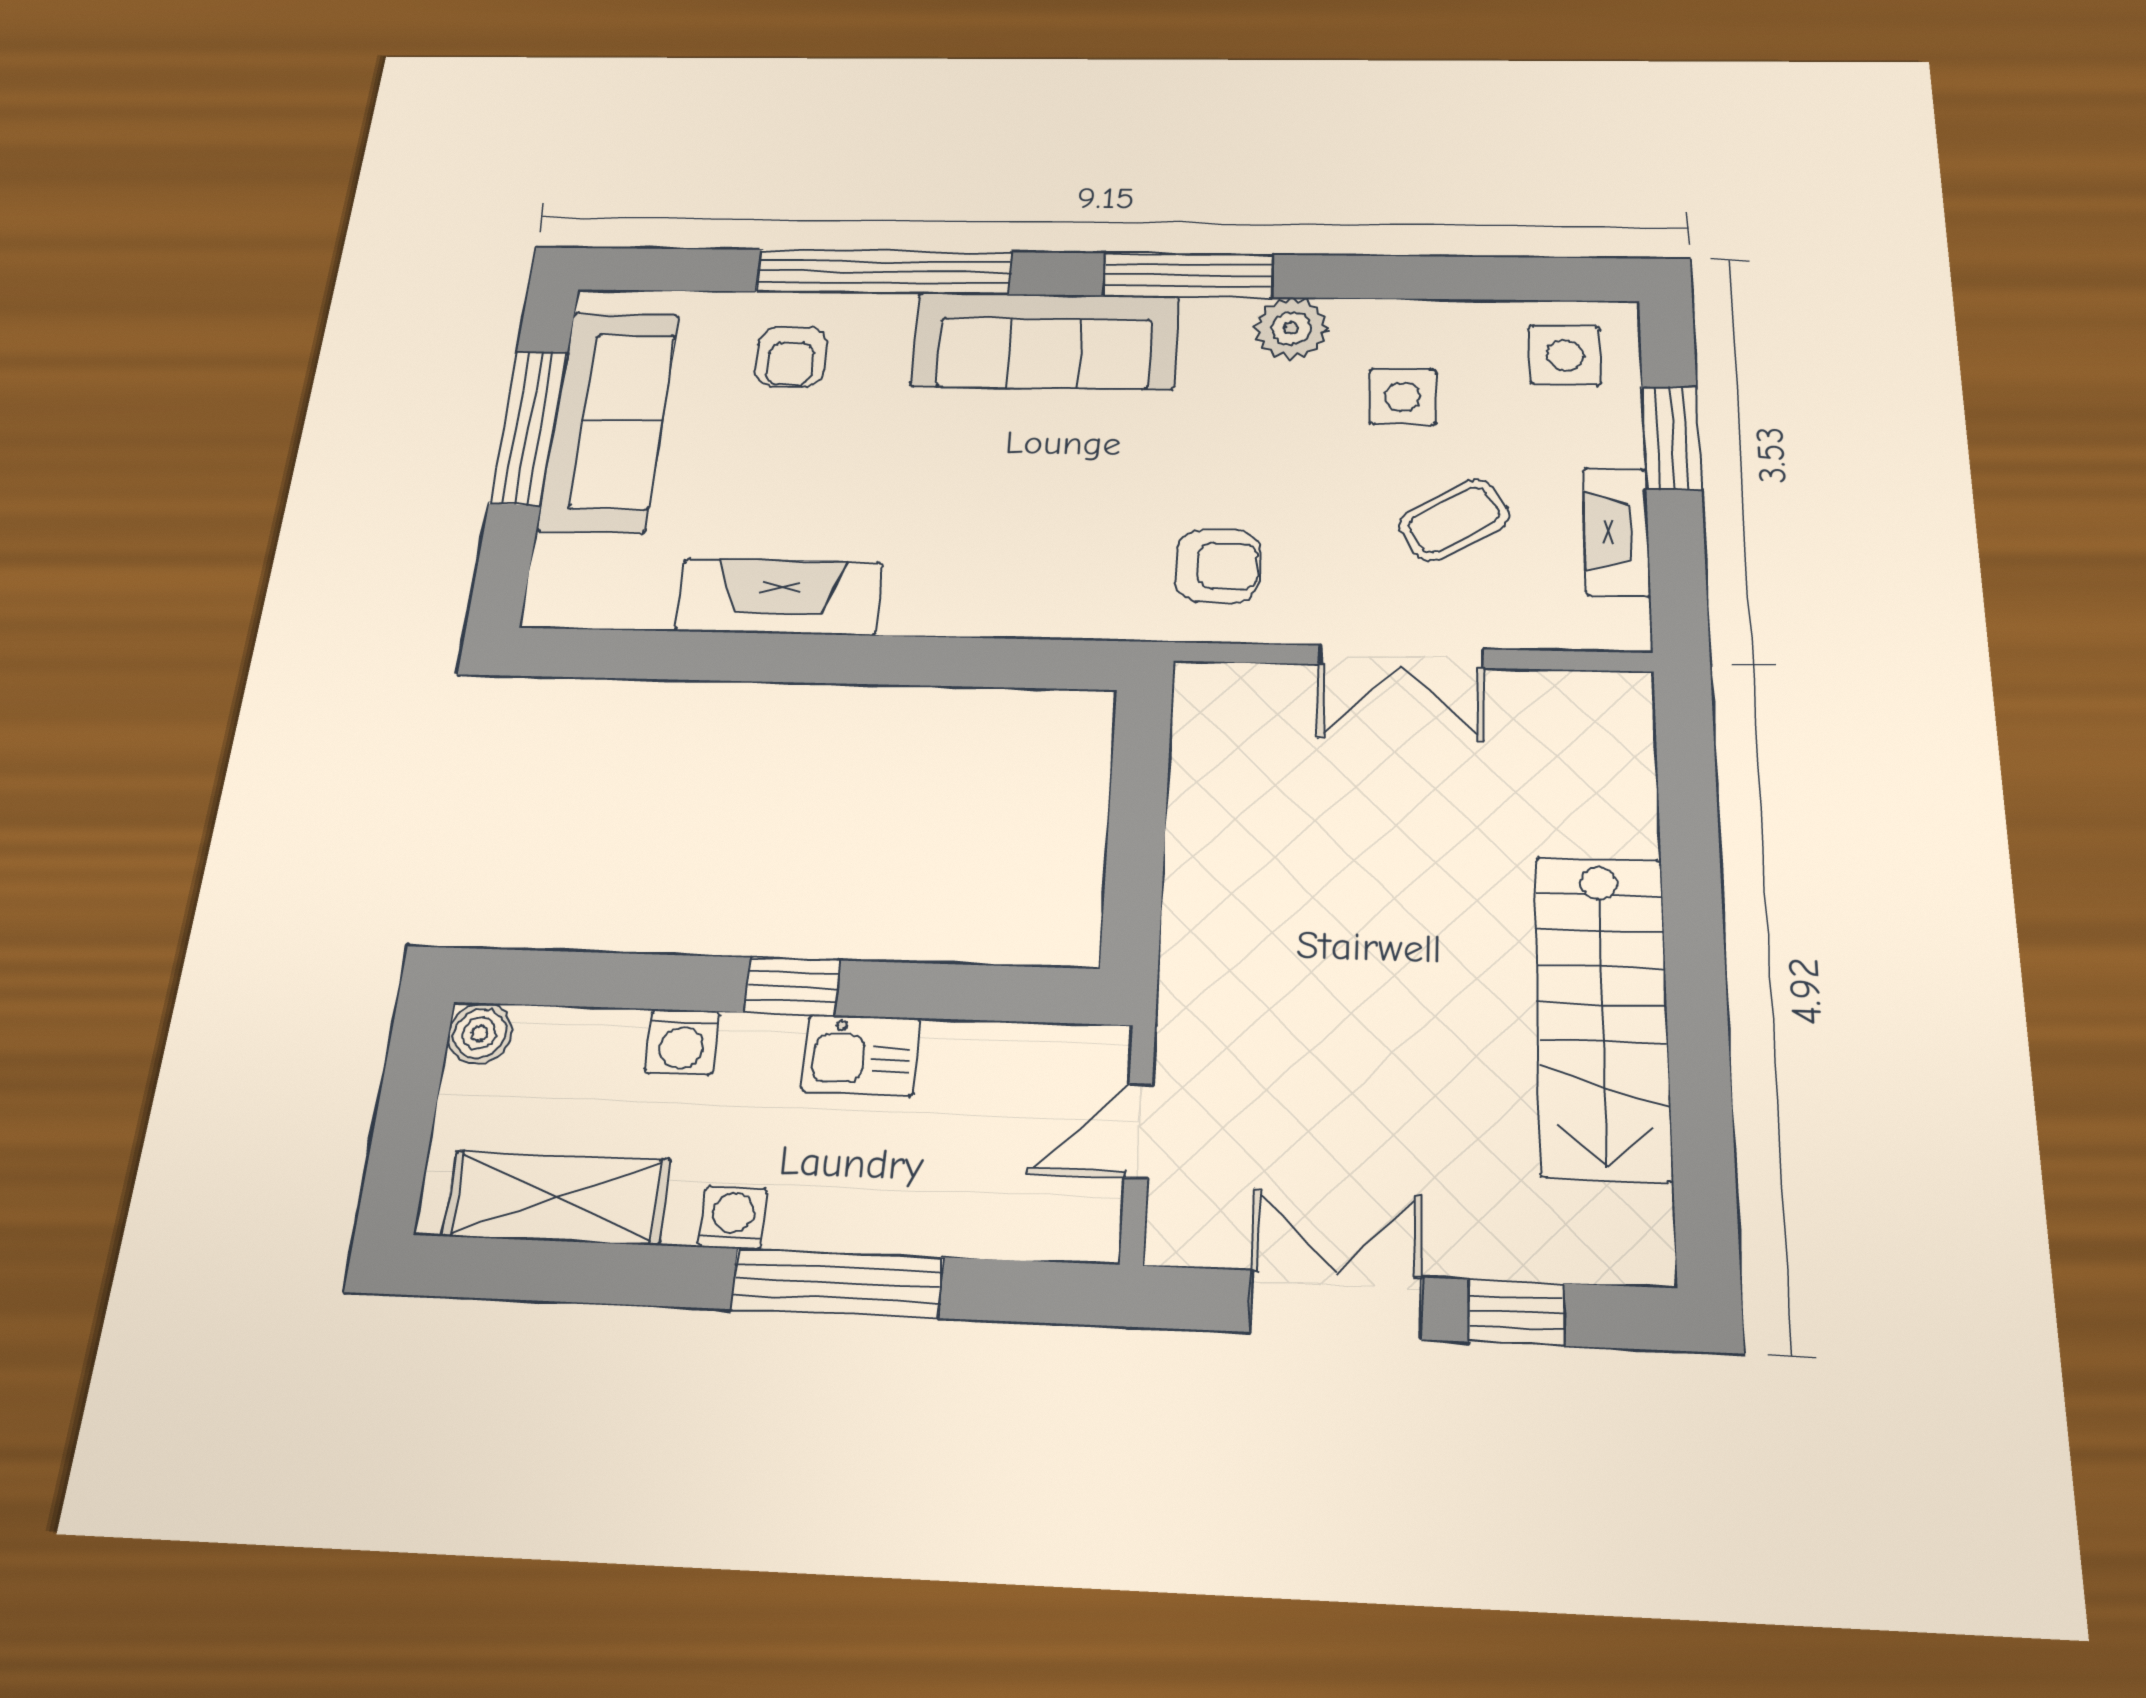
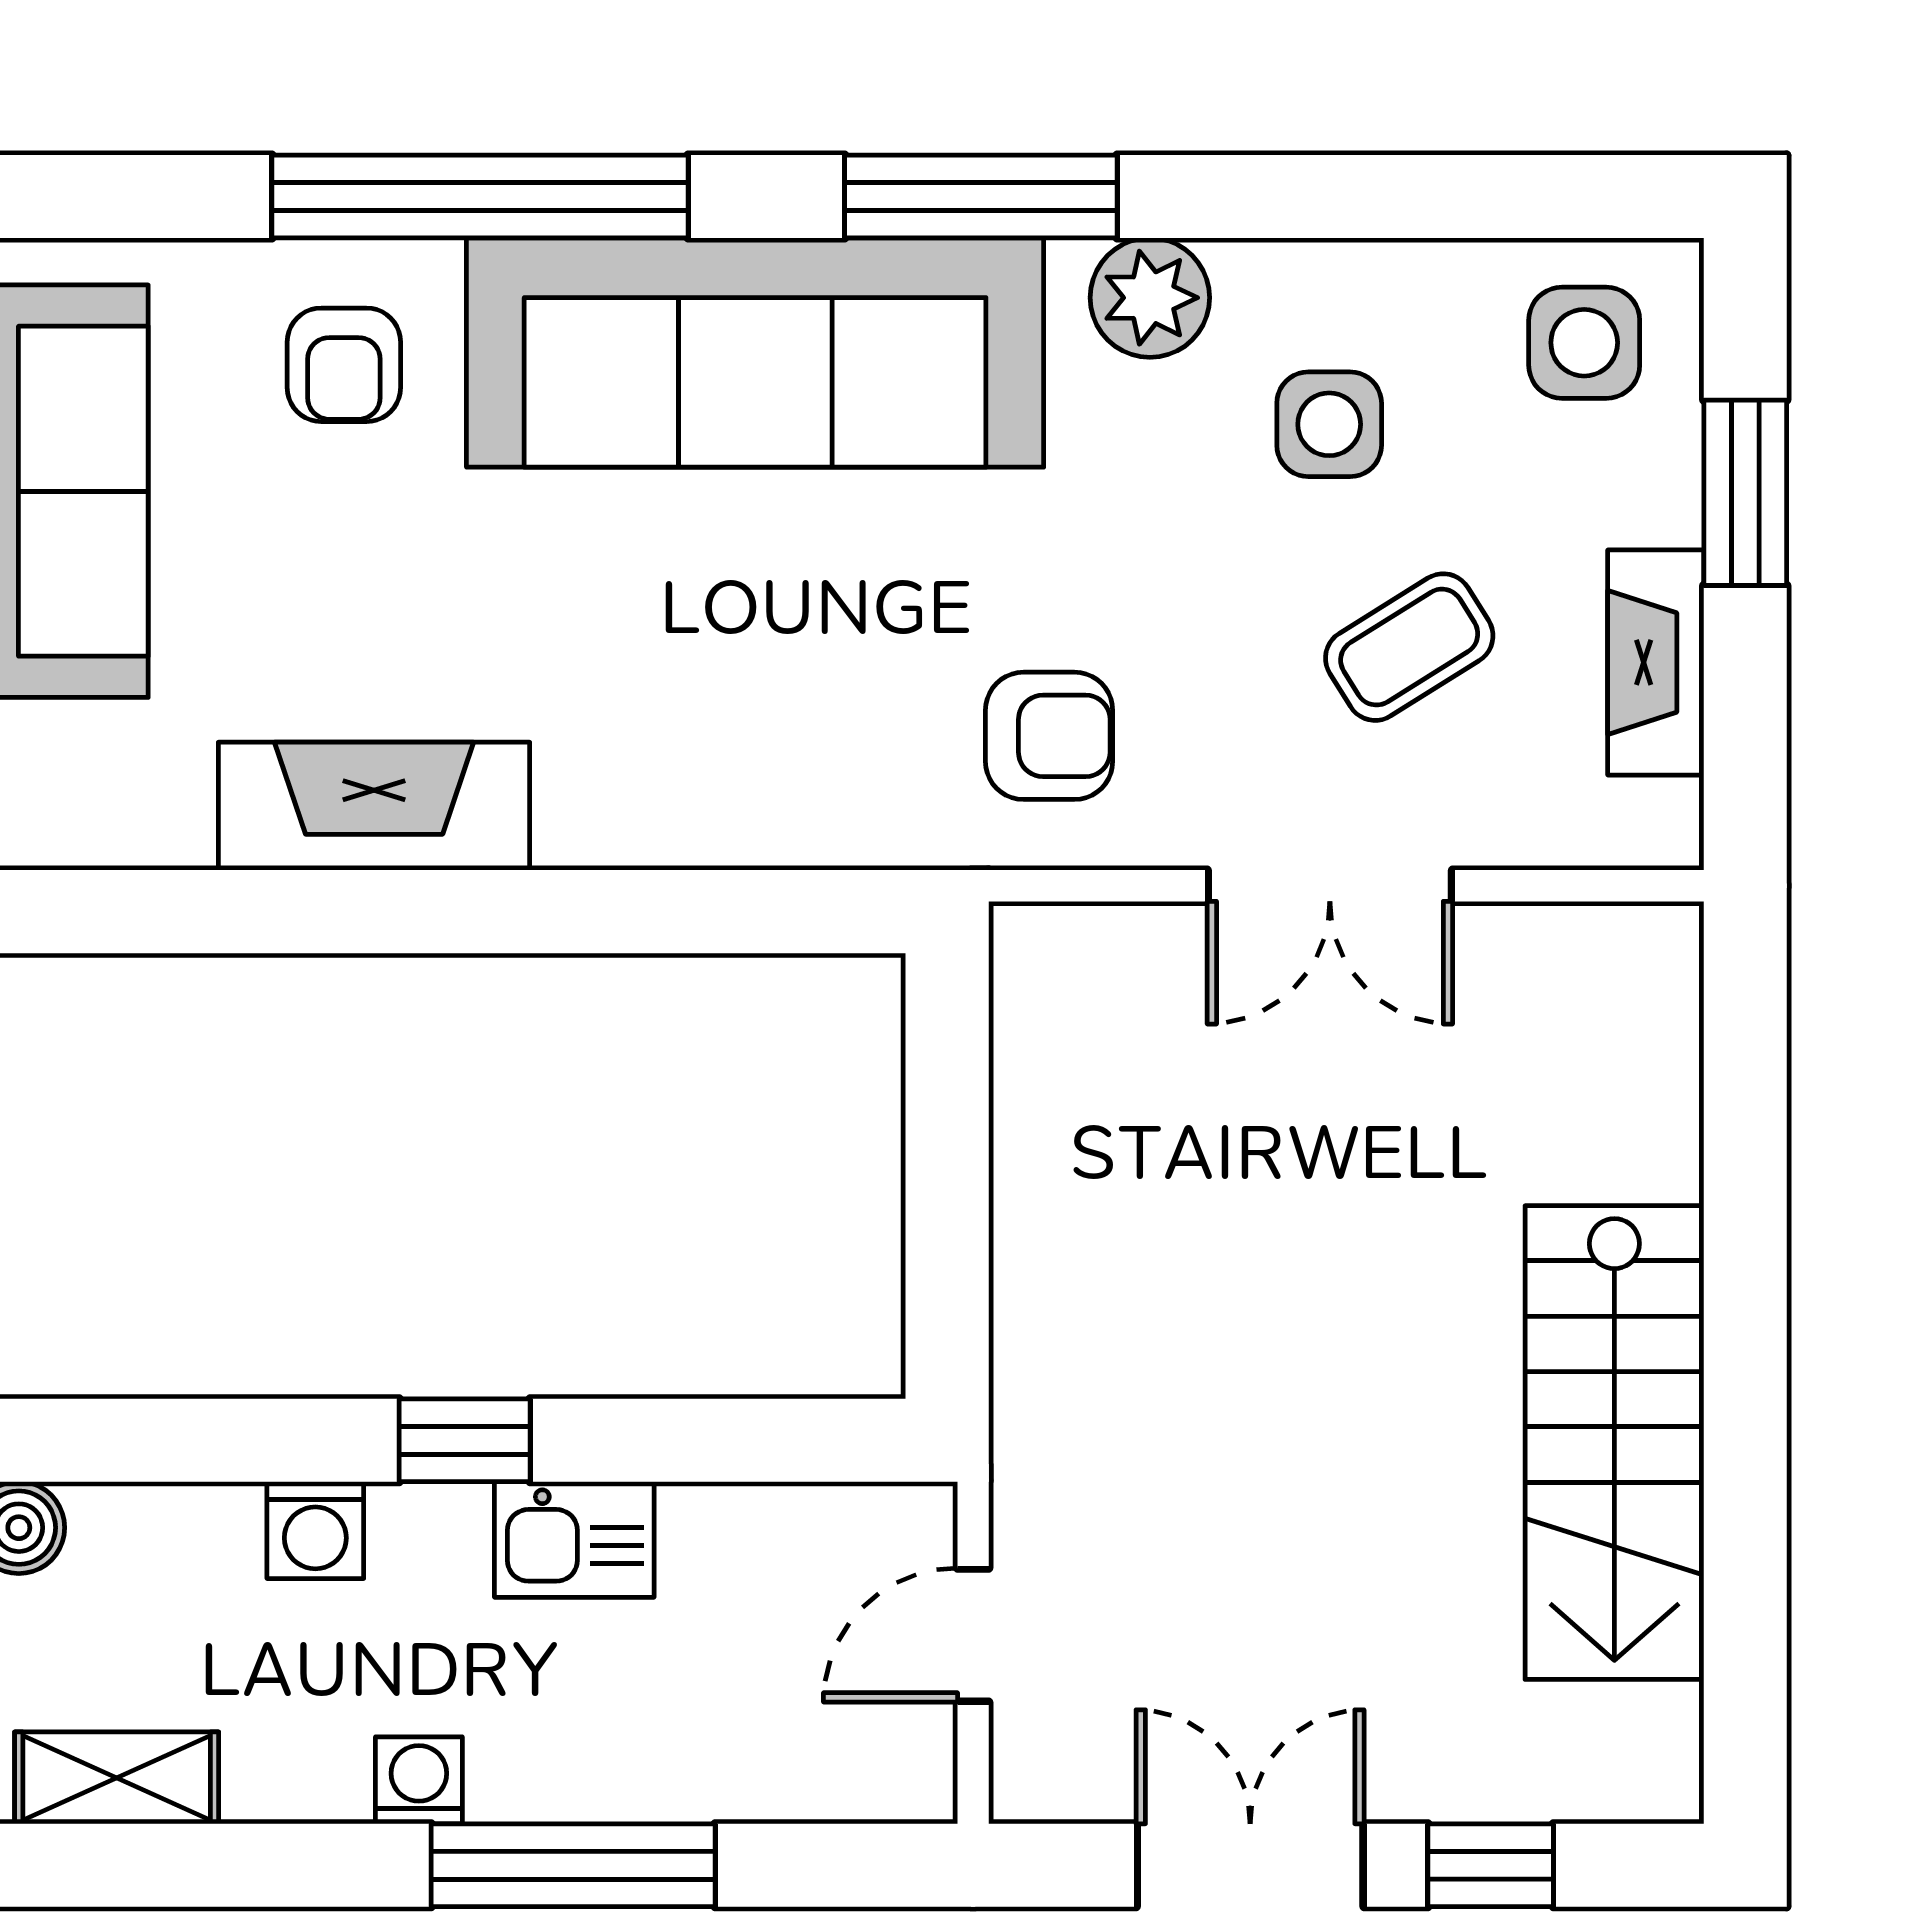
sofa: (1045, 341) -> (755, 353), width x1.36, depth x1.27
shelving: (557, 1198) -> (117, 1778), width x0.67, depth x0.75

